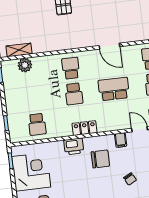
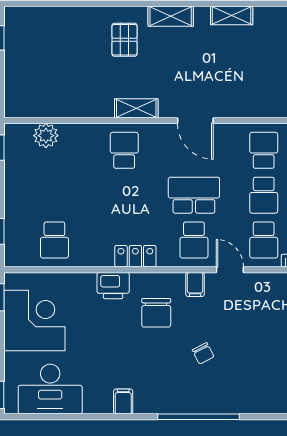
shelving: (19, 50) -> (136, 108), moved
school desk: (74, 94) -> (194, 240), moved
chair: (100, 159) -> (156, 313), turned 90

